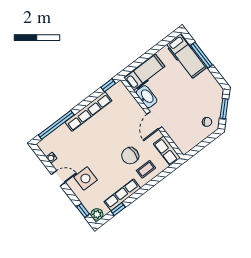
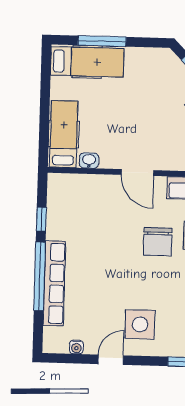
window: (108, 85) -> (41, 219), moved
washbasin: (147, 97) -> (89, 161), width x0.52, depth x0.69
row of seats: (88, 111) -> (54, 283), moved
window: (56, 125) -> (40, 276), moved

